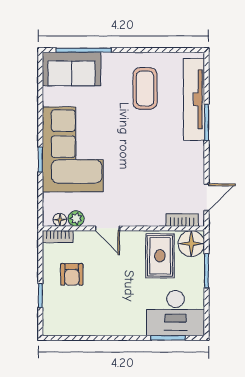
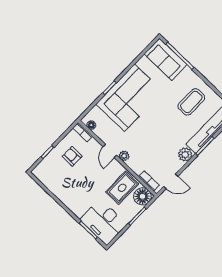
plant: (194, 153) -> (185, 155), added
plant: (76, 219) -> (124, 156), moved
armchair: (72, 274) -> (72, 156), turned 90

